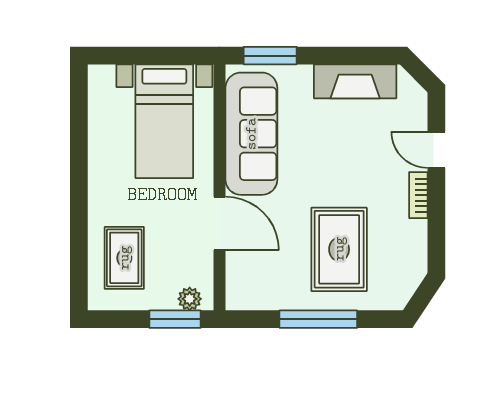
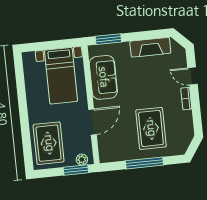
sofa: (251, 134) -> (103, 77), width x0.73
door: (220, 223) -> (92, 122), hinge flipped
rug: (124, 258) -> (49, 143), width x1.36, depth x1.43

